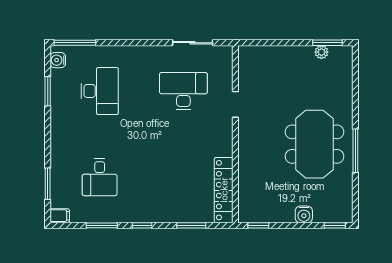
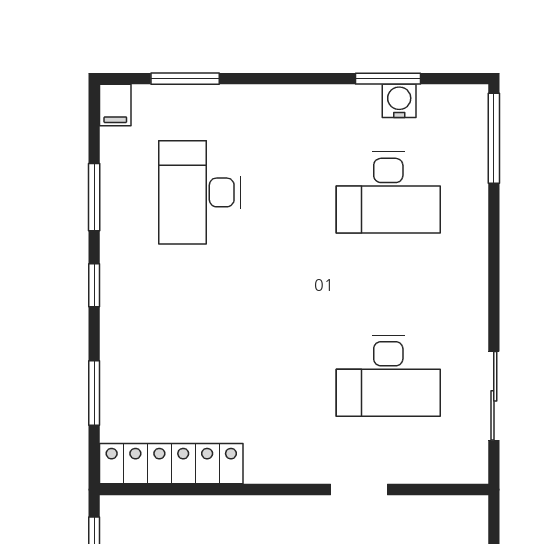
water cooler: (58, 60) -> (399, 101), moved
desk: (183, 91) -> (388, 376), turned 90
desk: (100, 177) -> (200, 192), width x1.37

